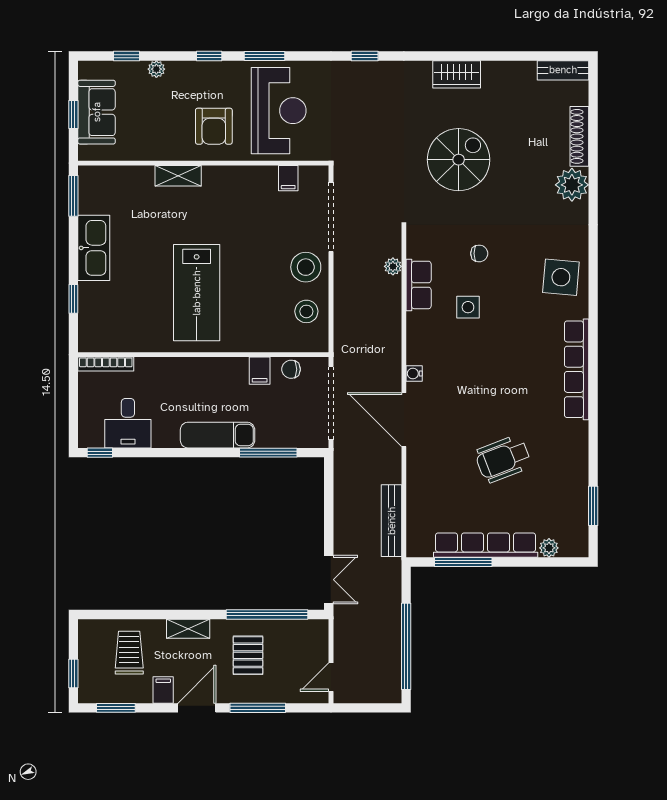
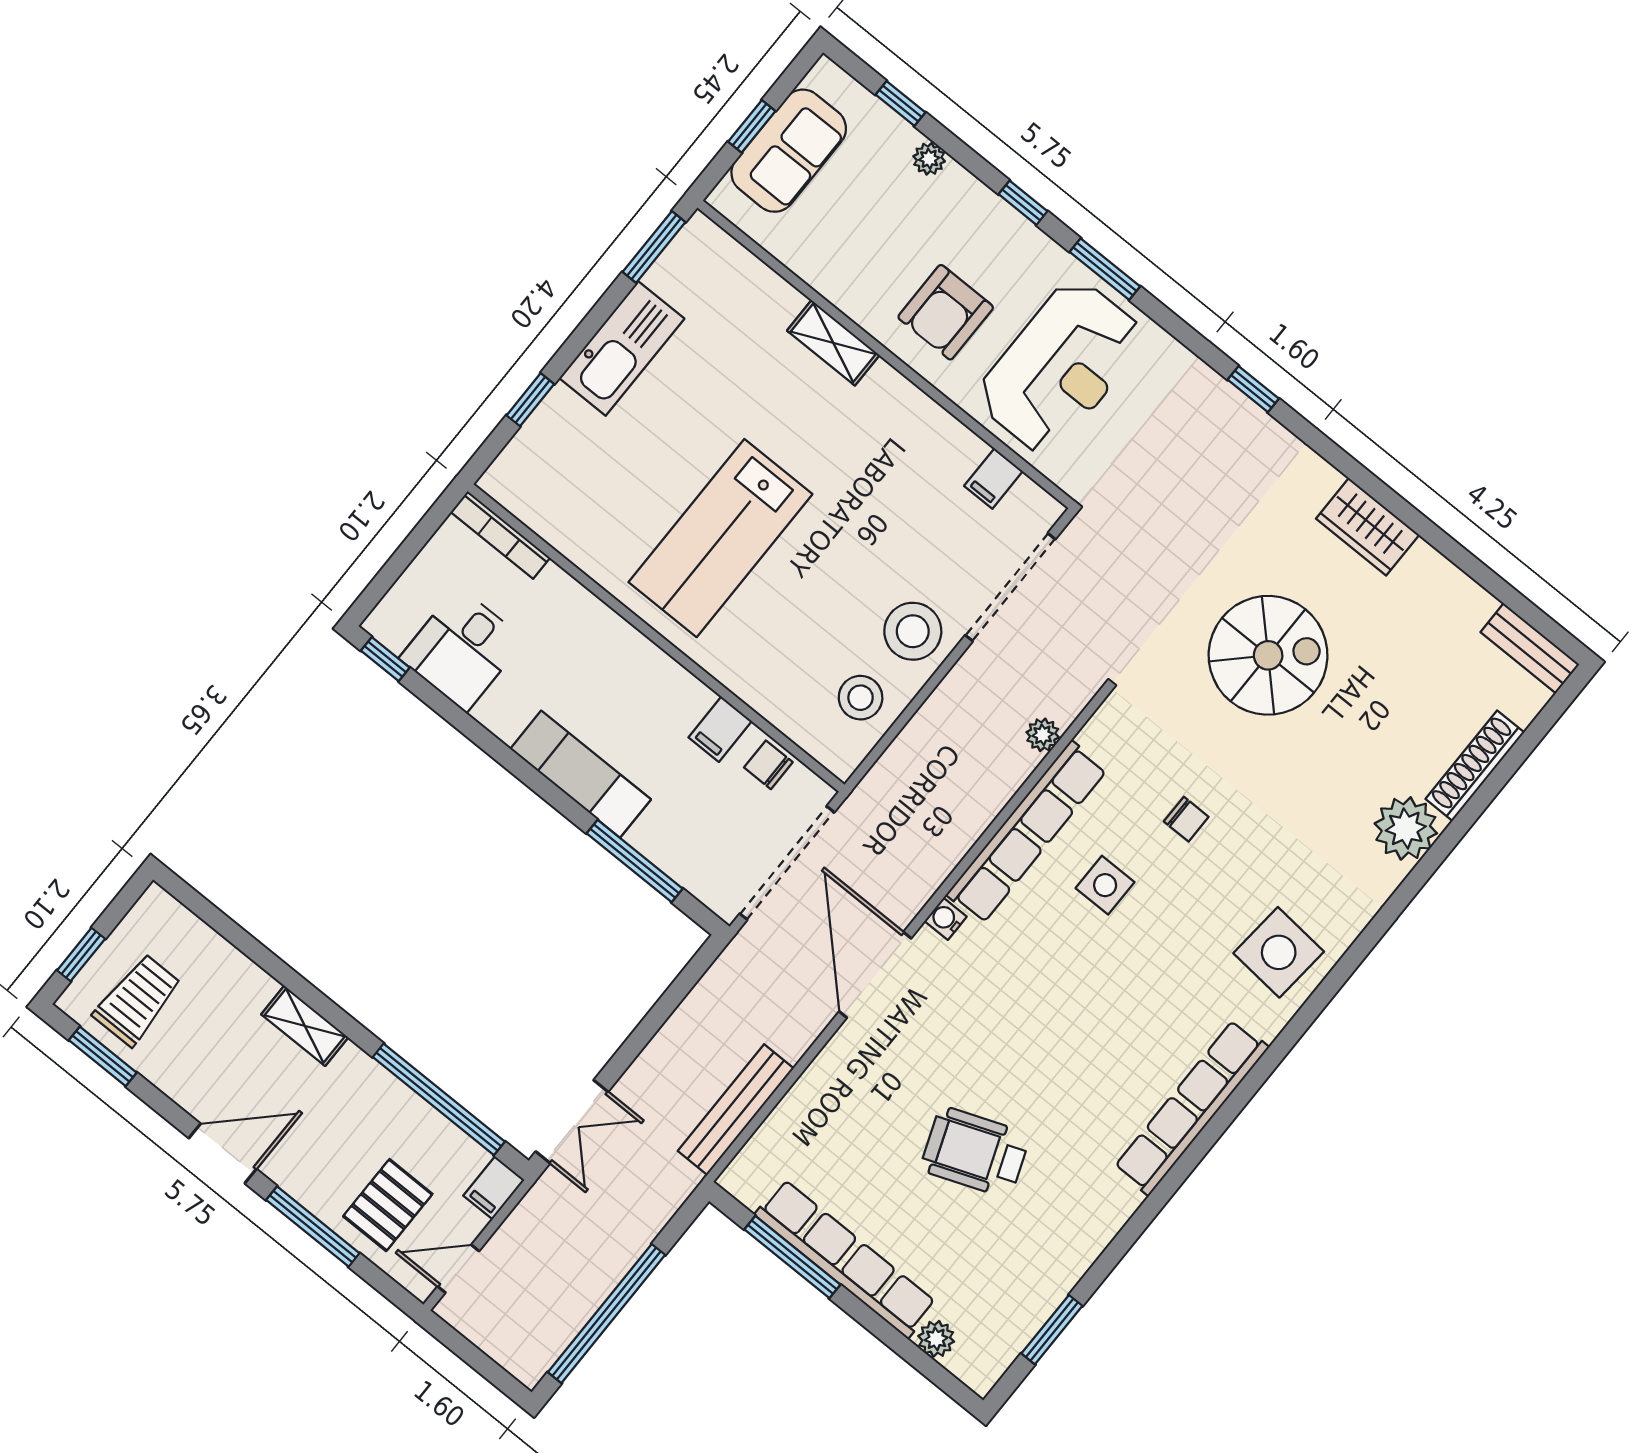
row of seats: (419, 285) -> (1027, 832), width x2.02
trolley: (129, 653) -> (137, 1000), moved
pallet: (248, 655) -> (388, 1205), moved
filing cabinet: (163, 690) -> (494, 1188), moved, turned 180

